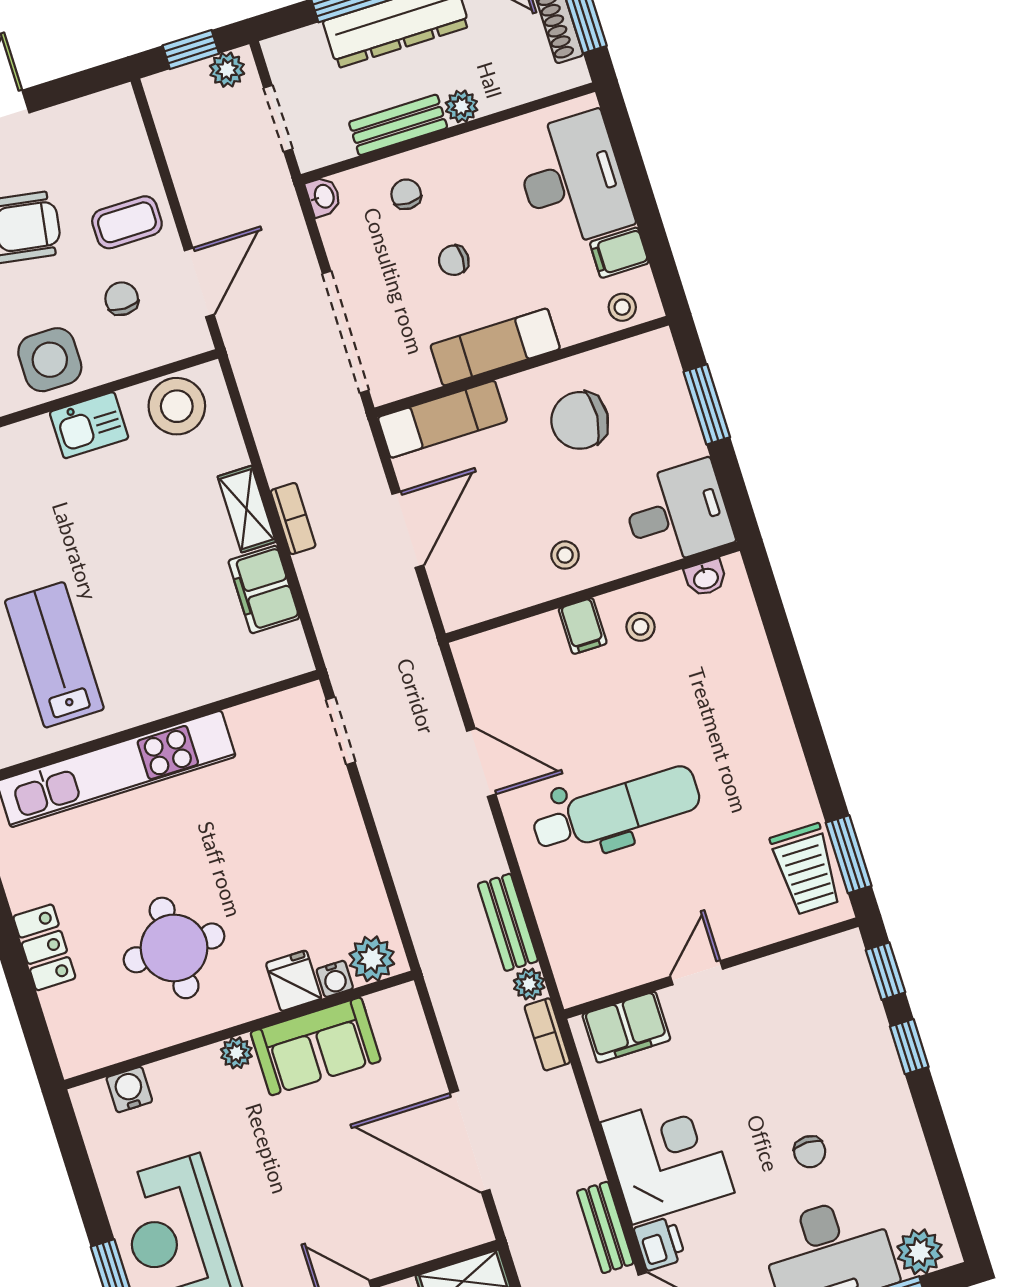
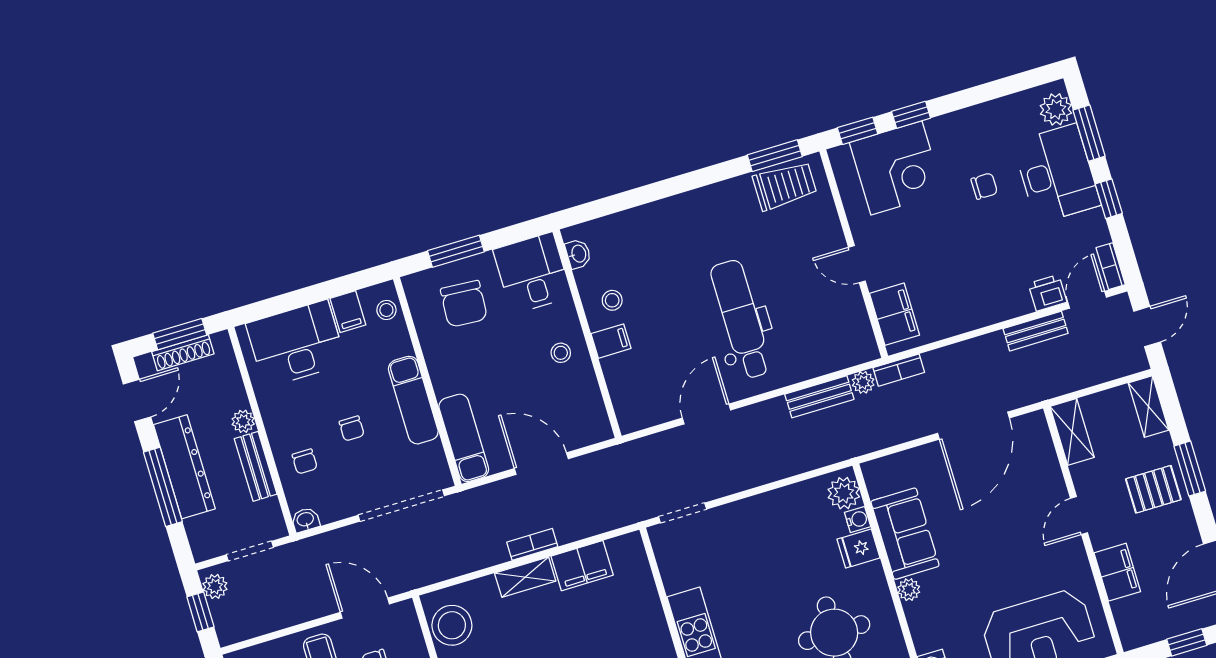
chair: (406, 194) -> (305, 461), turned -90
chair: (580, 420) -> (464, 304), moved
corner desk: (667, 1157) -> (896, 168), moved, turned 180

